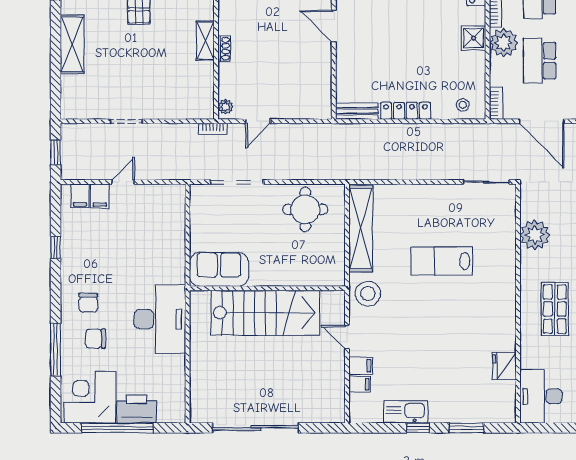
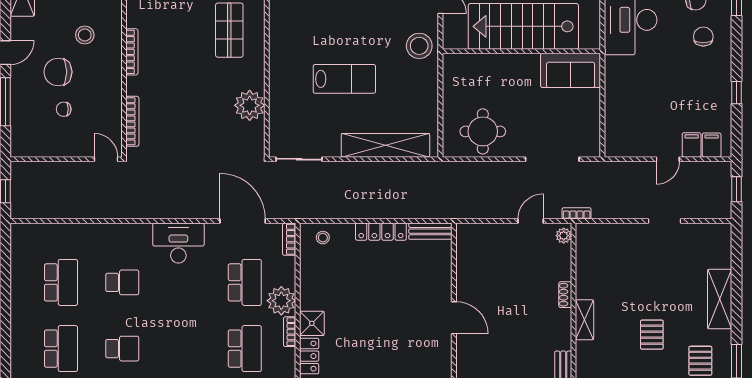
shower: (474, 38) -> (312, 323), moved
shelving: (205, 41) -> (584, 320), moved
shelving: (361, 228) -> (385, 145), moved, turned 90

